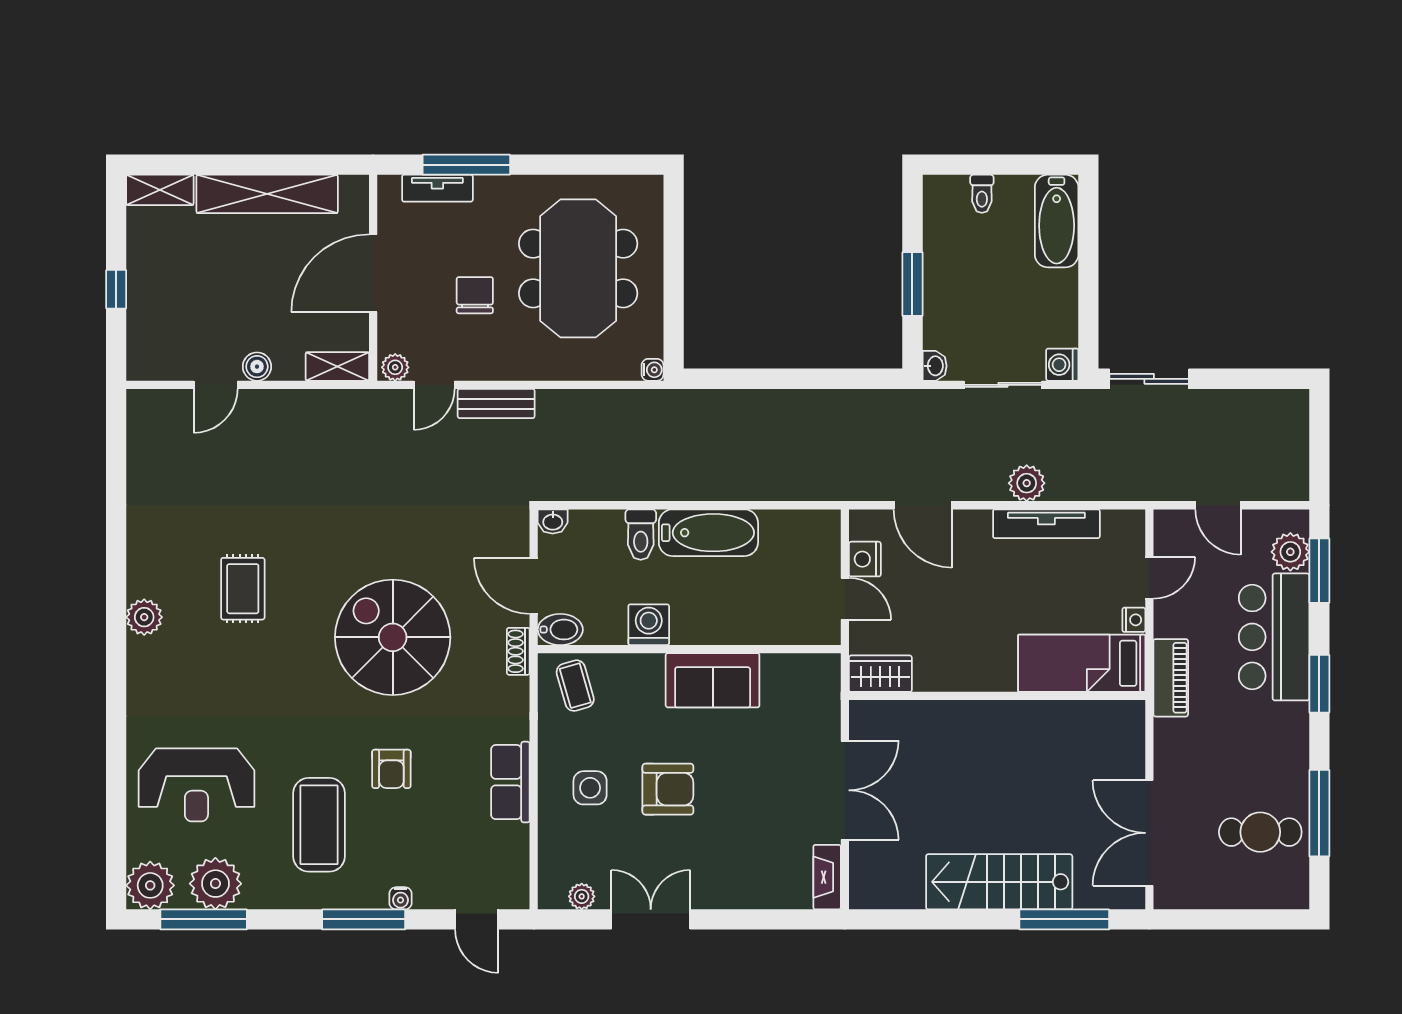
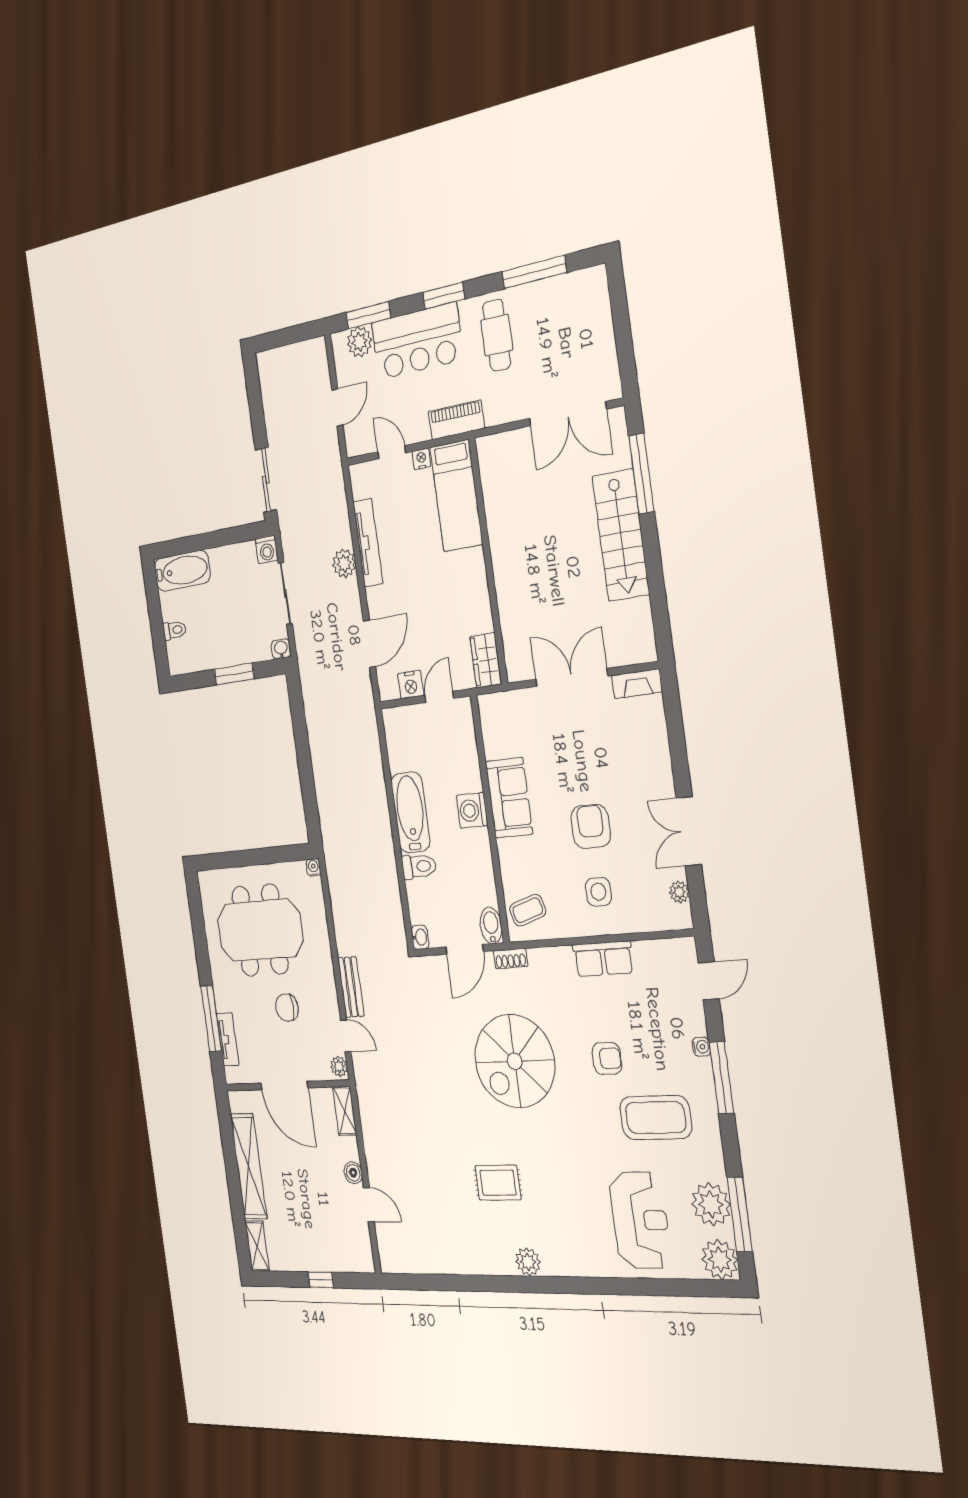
washing machine: (649, 625) -> (472, 810), moved
cafe table: (1260, 832) -> (497, 335), moved

